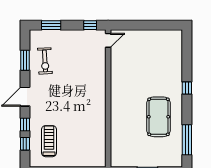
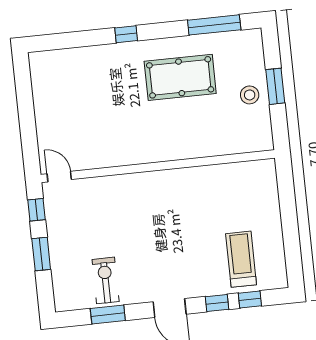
window: (51, 25) -> (41, 254), moved
exercise bike: (45, 61) -> (106, 280), turned -87
treadmill: (49, 141) -> (241, 259), turned 90
stool: (144, 156) -> (250, 95), added

